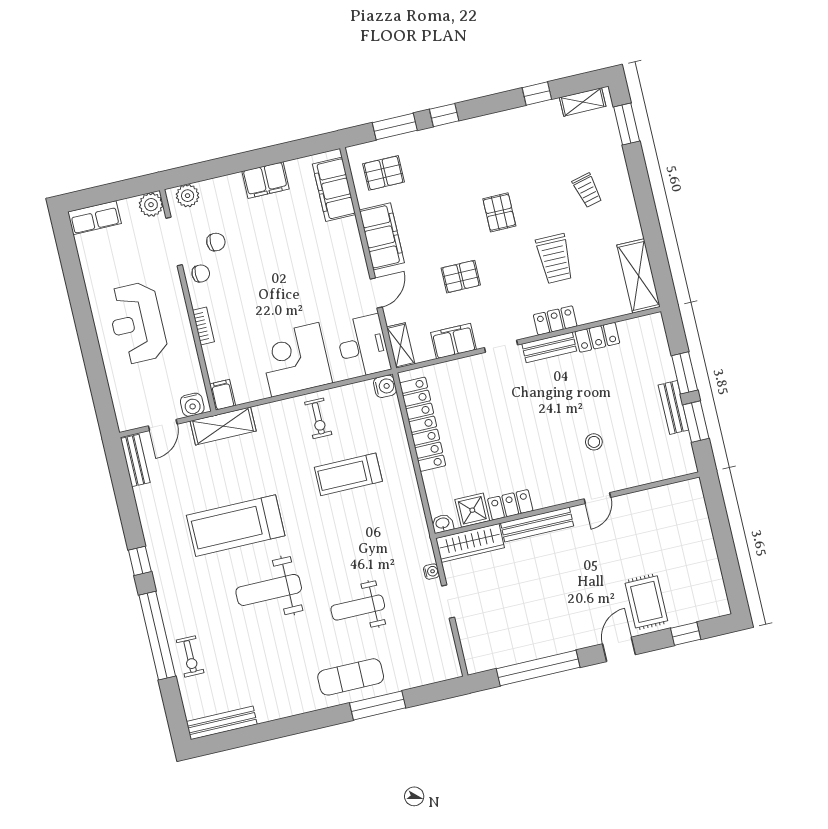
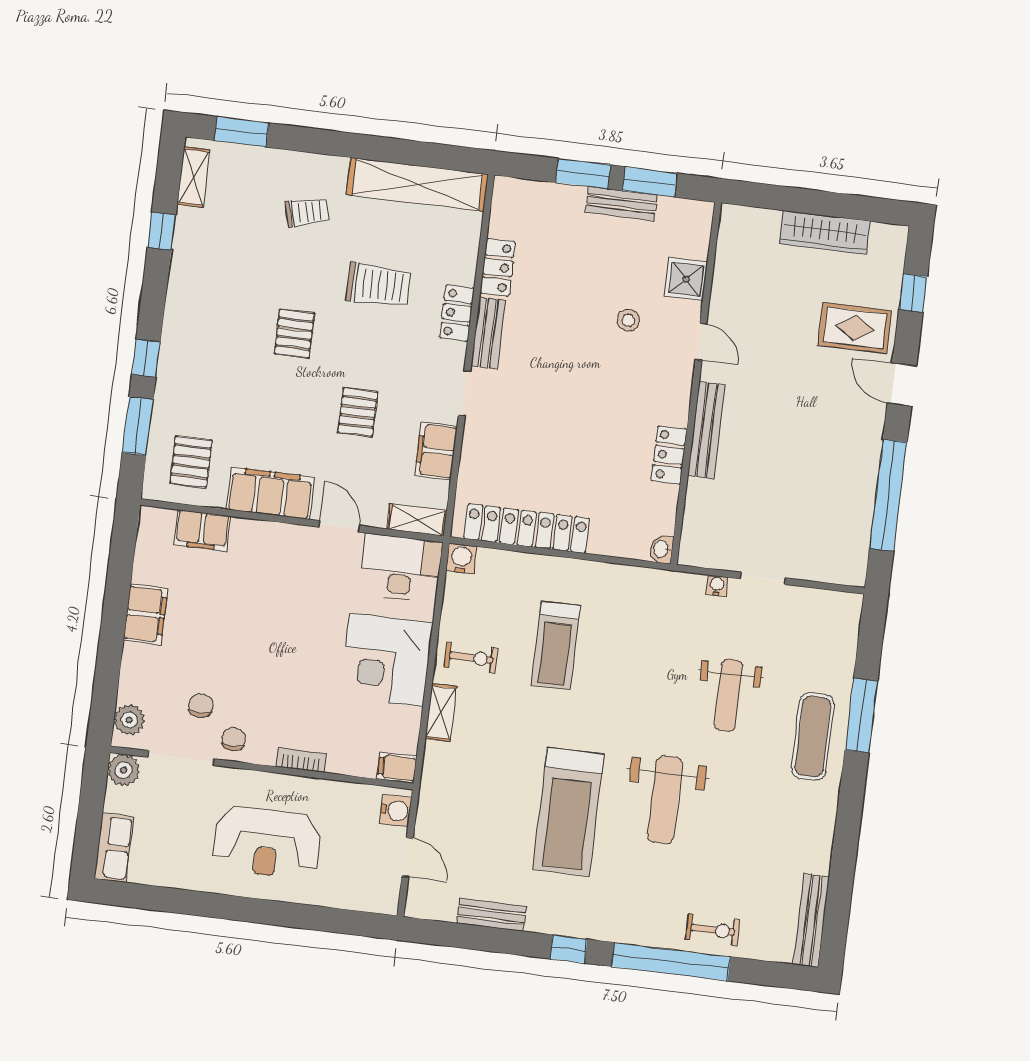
filing cabinet: (334, 189) -> (202, 530), width x0.67, depth x0.86
pallet: (499, 212) -> (294, 334), turned 90
shelving: (639, 276) -> (417, 184), width x1.47
shelving: (223, 426) -> (441, 712), moved, width x0.67, depth x0.75
bench: (135, 460) -> (491, 915), moved
shower: (472, 510) -> (686, 279), moved
wardrobe: (470, 543) -> (825, 232), moved, turned 90

